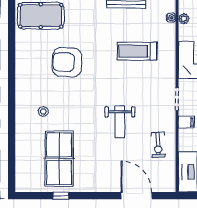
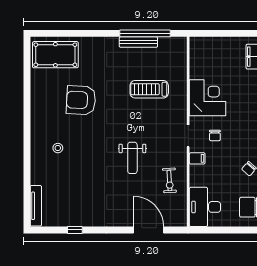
water cooler: (171, 18) -> (182, 57), removed
plant: (184, 19) -> (195, 58), removed
table tennis table: (59, 159) -> (73, 194), removed
tv unit: (21, 171) -> (36, 206), added

